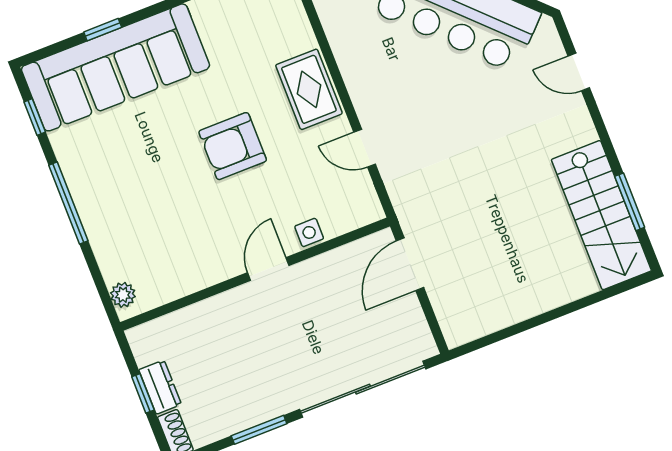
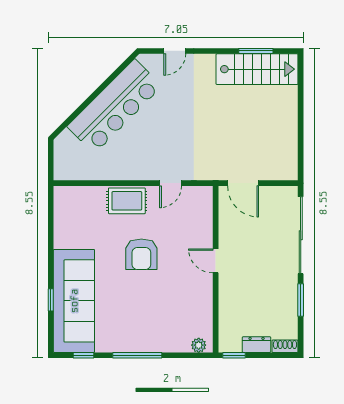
side table: (309, 232) -> (204, 231), removed
window: (143, 393) -> (234, 355), moved

